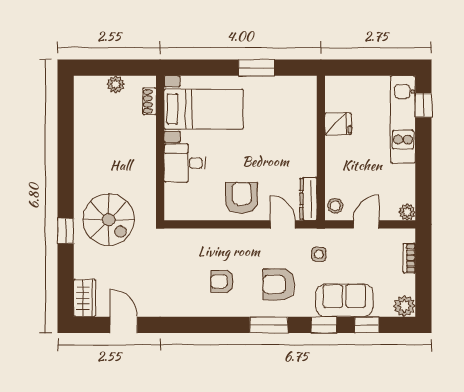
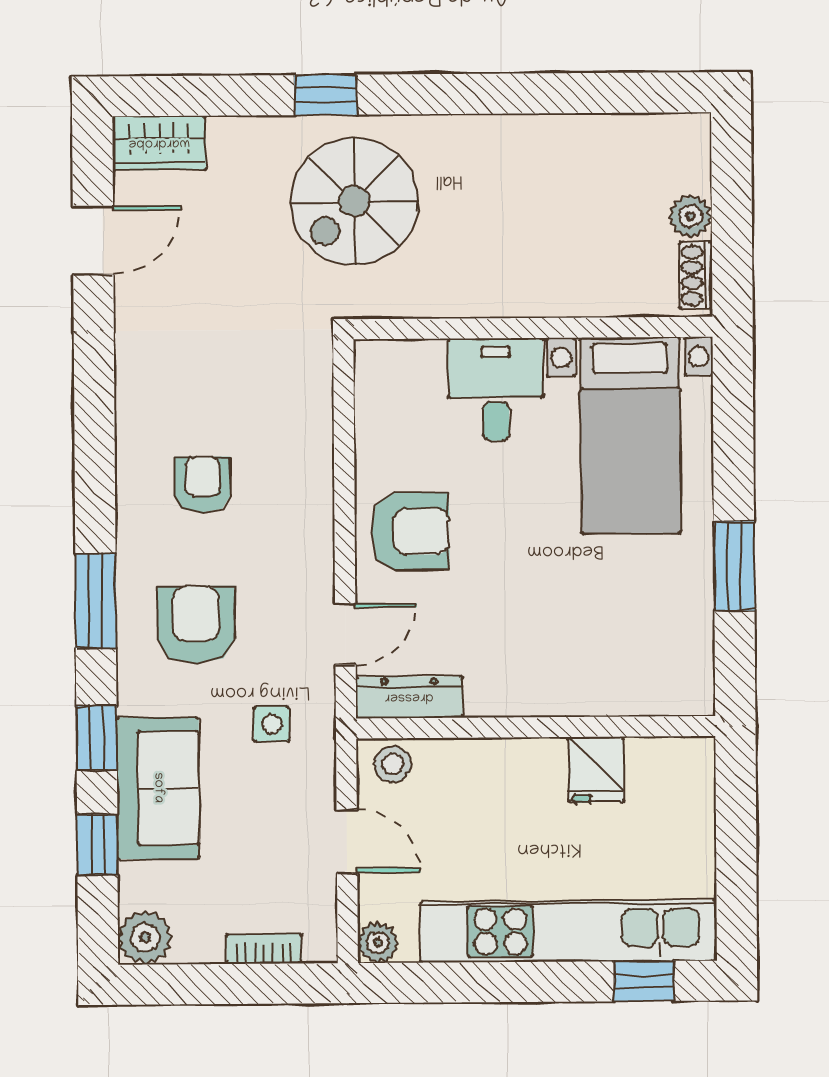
shoe rack: (150, 101) -> (696, 275), moved, turned -90
kitchen unit: (403, 119) -> (569, 931), width x1.36

